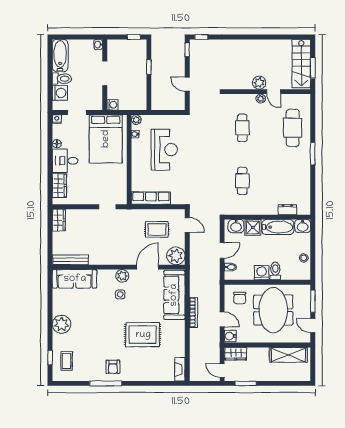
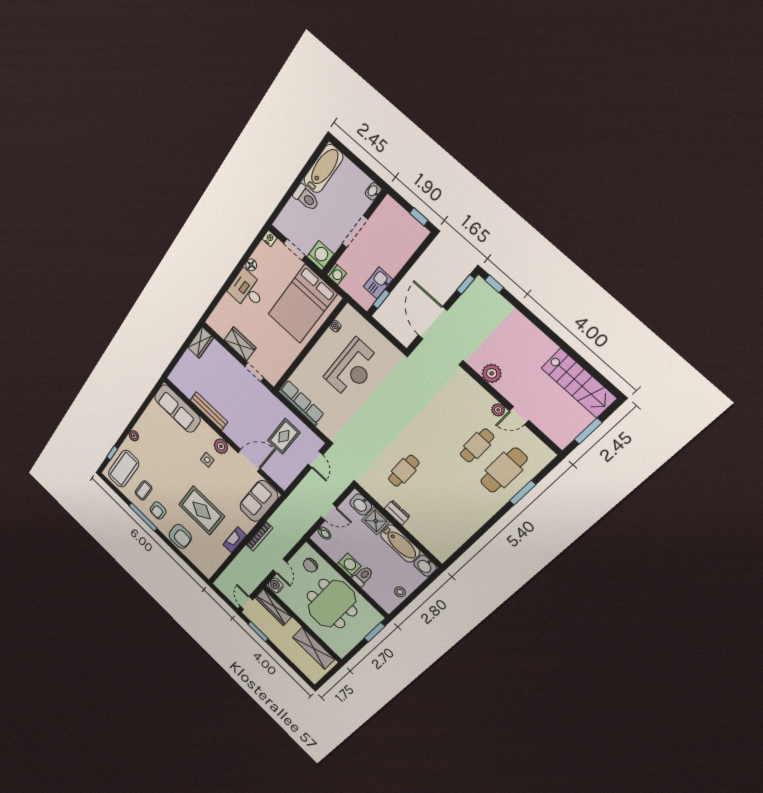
stairs: (301, 64) -> (579, 383), moved, turned -90
window: (149, 67) -> (381, 299), moved
plant: (259, 83) -> (492, 373), moved
door: (187, 84) -> (433, 323), width x1.87
kitchen sink: (140, 89) -> (378, 283), added
door: (274, 92) -> (519, 416), hinge flipped
washing machine: (60, 93) -> (320, 255), moved, turned -90
plant: (136, 120) -> (348, 312), removed
cafe table: (242, 128) -> (477, 445), moved
window: (313, 154) -> (523, 493), moved
wardrobe: (59, 186) -> (240, 344), moved, turned -90
dresser: (287, 210) -> (397, 513), moved
rug: (157, 229) -> (284, 436), turned 90
plant: (176, 256) -> (283, 476), removed
bench: (70, 260) -> (209, 411), moved
sofa: (174, 295) -> (259, 501), width x0.73
plant: (62, 324) -> (134, 436), width x0.53, depth x0.53
door: (313, 326) -> (356, 650), removed
wardrobe: (236, 354) -> (274, 607), width x1.50
coffee table: (67, 361) -> (124, 469), width x1.86, depth x1.72
coffee table: (92, 362) -> (144, 490), added
fireplace: (180, 369) -> (235, 540), moved
armchair: (142, 370) -> (180, 536), added

